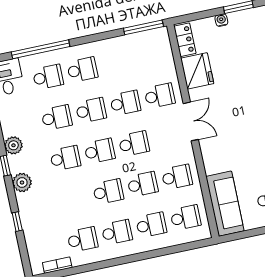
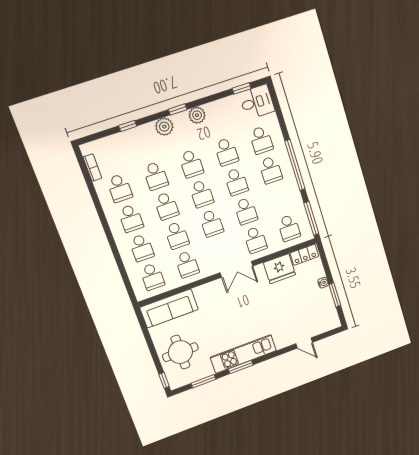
window: (41, 49) -> (295, 165), moved
school desk: (151, 55) -> (289, 228), added
school desk: (74, 199) -> (156, 176), added

